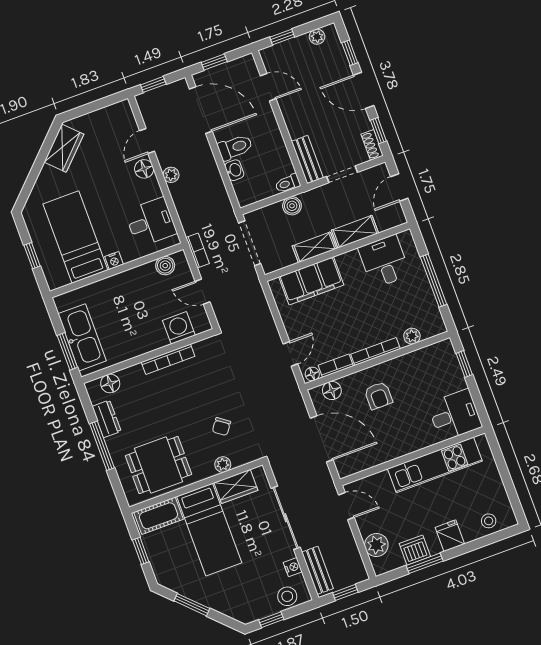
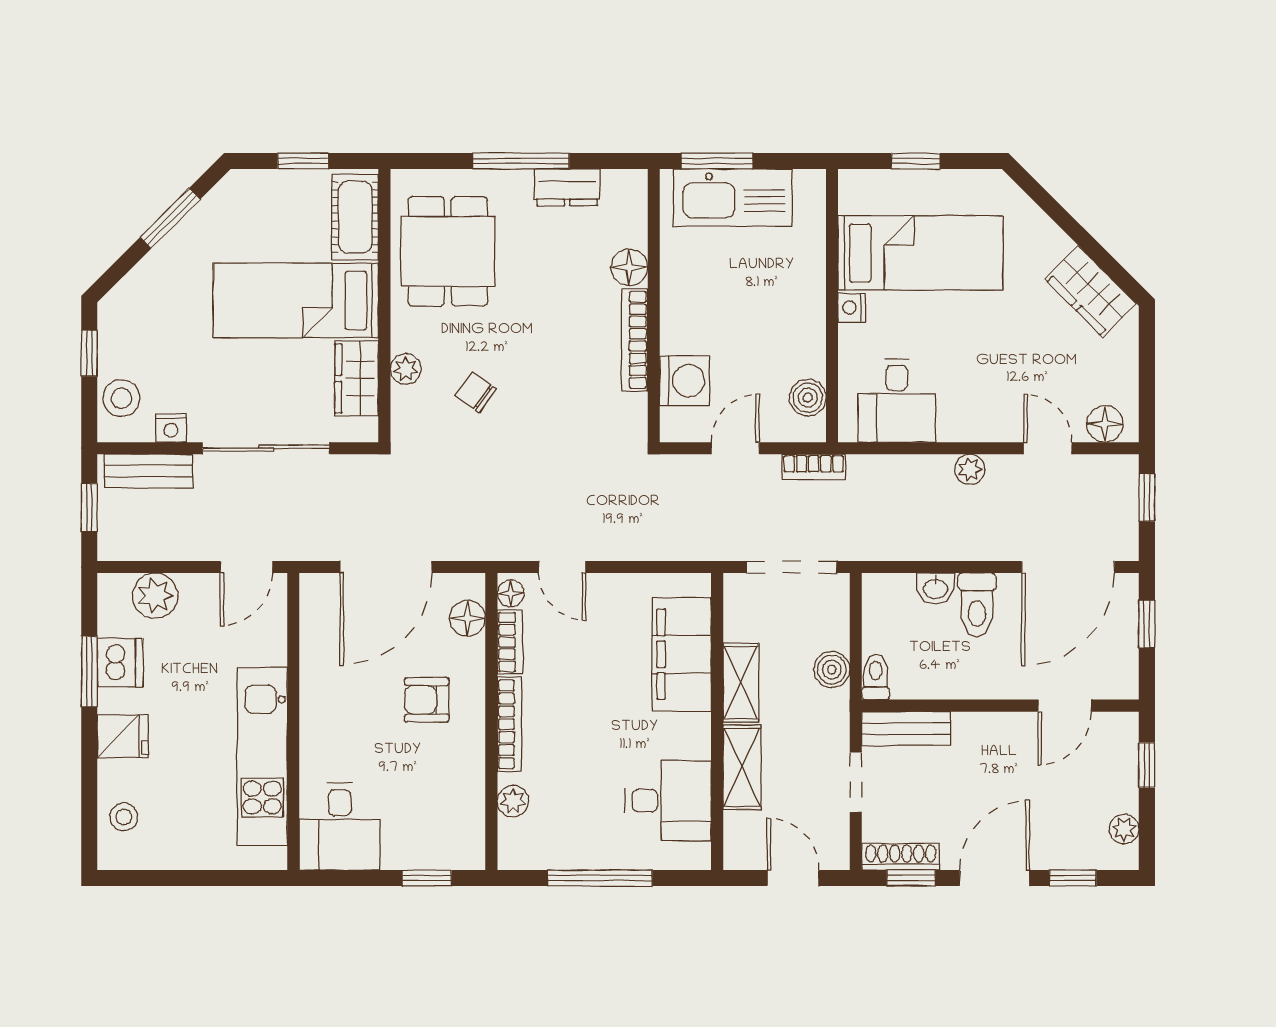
shoe rack: (372, 145) -> (901, 857), width x1.43
floor lamp: (144, 169) -> (1105, 424), moved
floor lamp: (110, 383) -> (629, 267), moved

